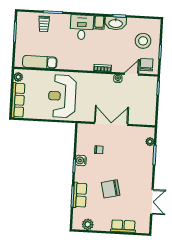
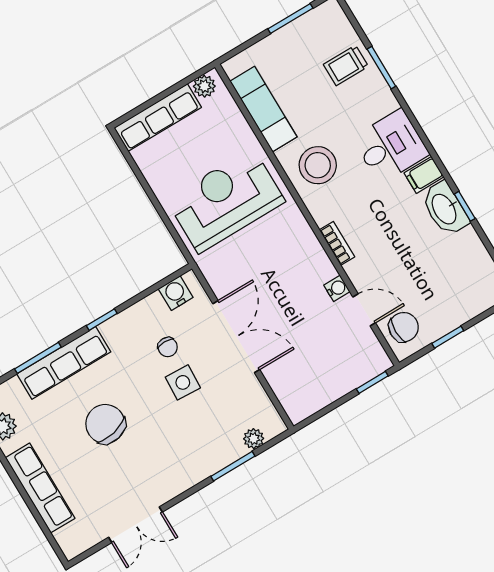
stool: (143, 41) -> (318, 165), moved
side table: (114, 153) -> (183, 382), added
water cooler: (81, 160) -> (176, 293), moved
row of seats: (80, 195) -> (64, 363), width x1.48
row of seats: (123, 226) -> (40, 488), width x1.48

